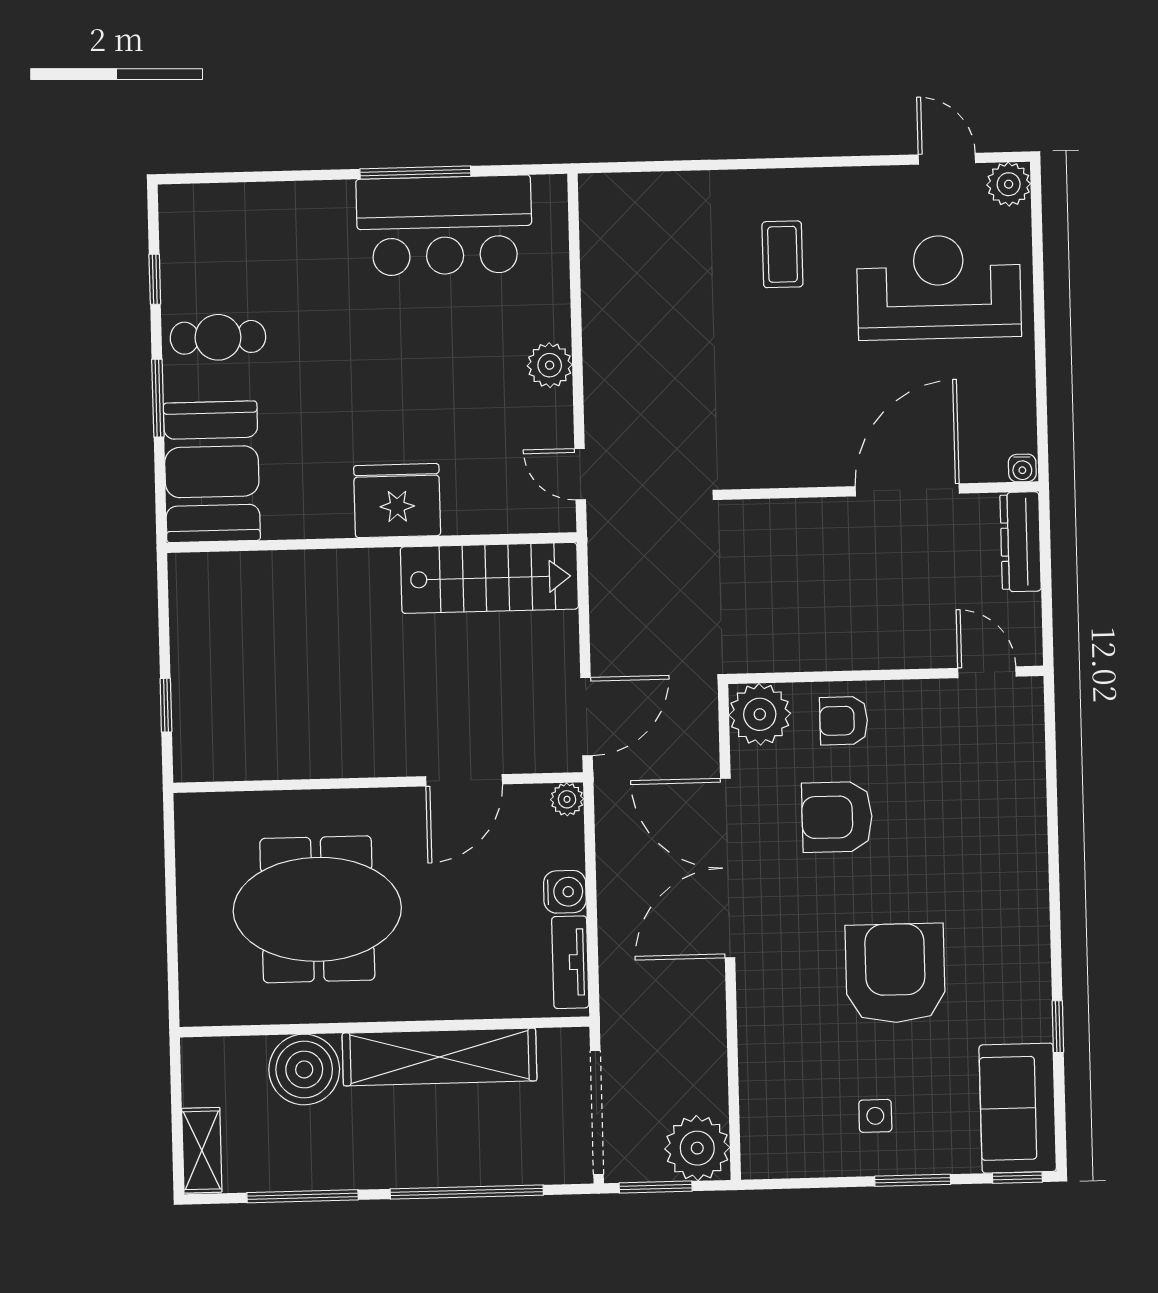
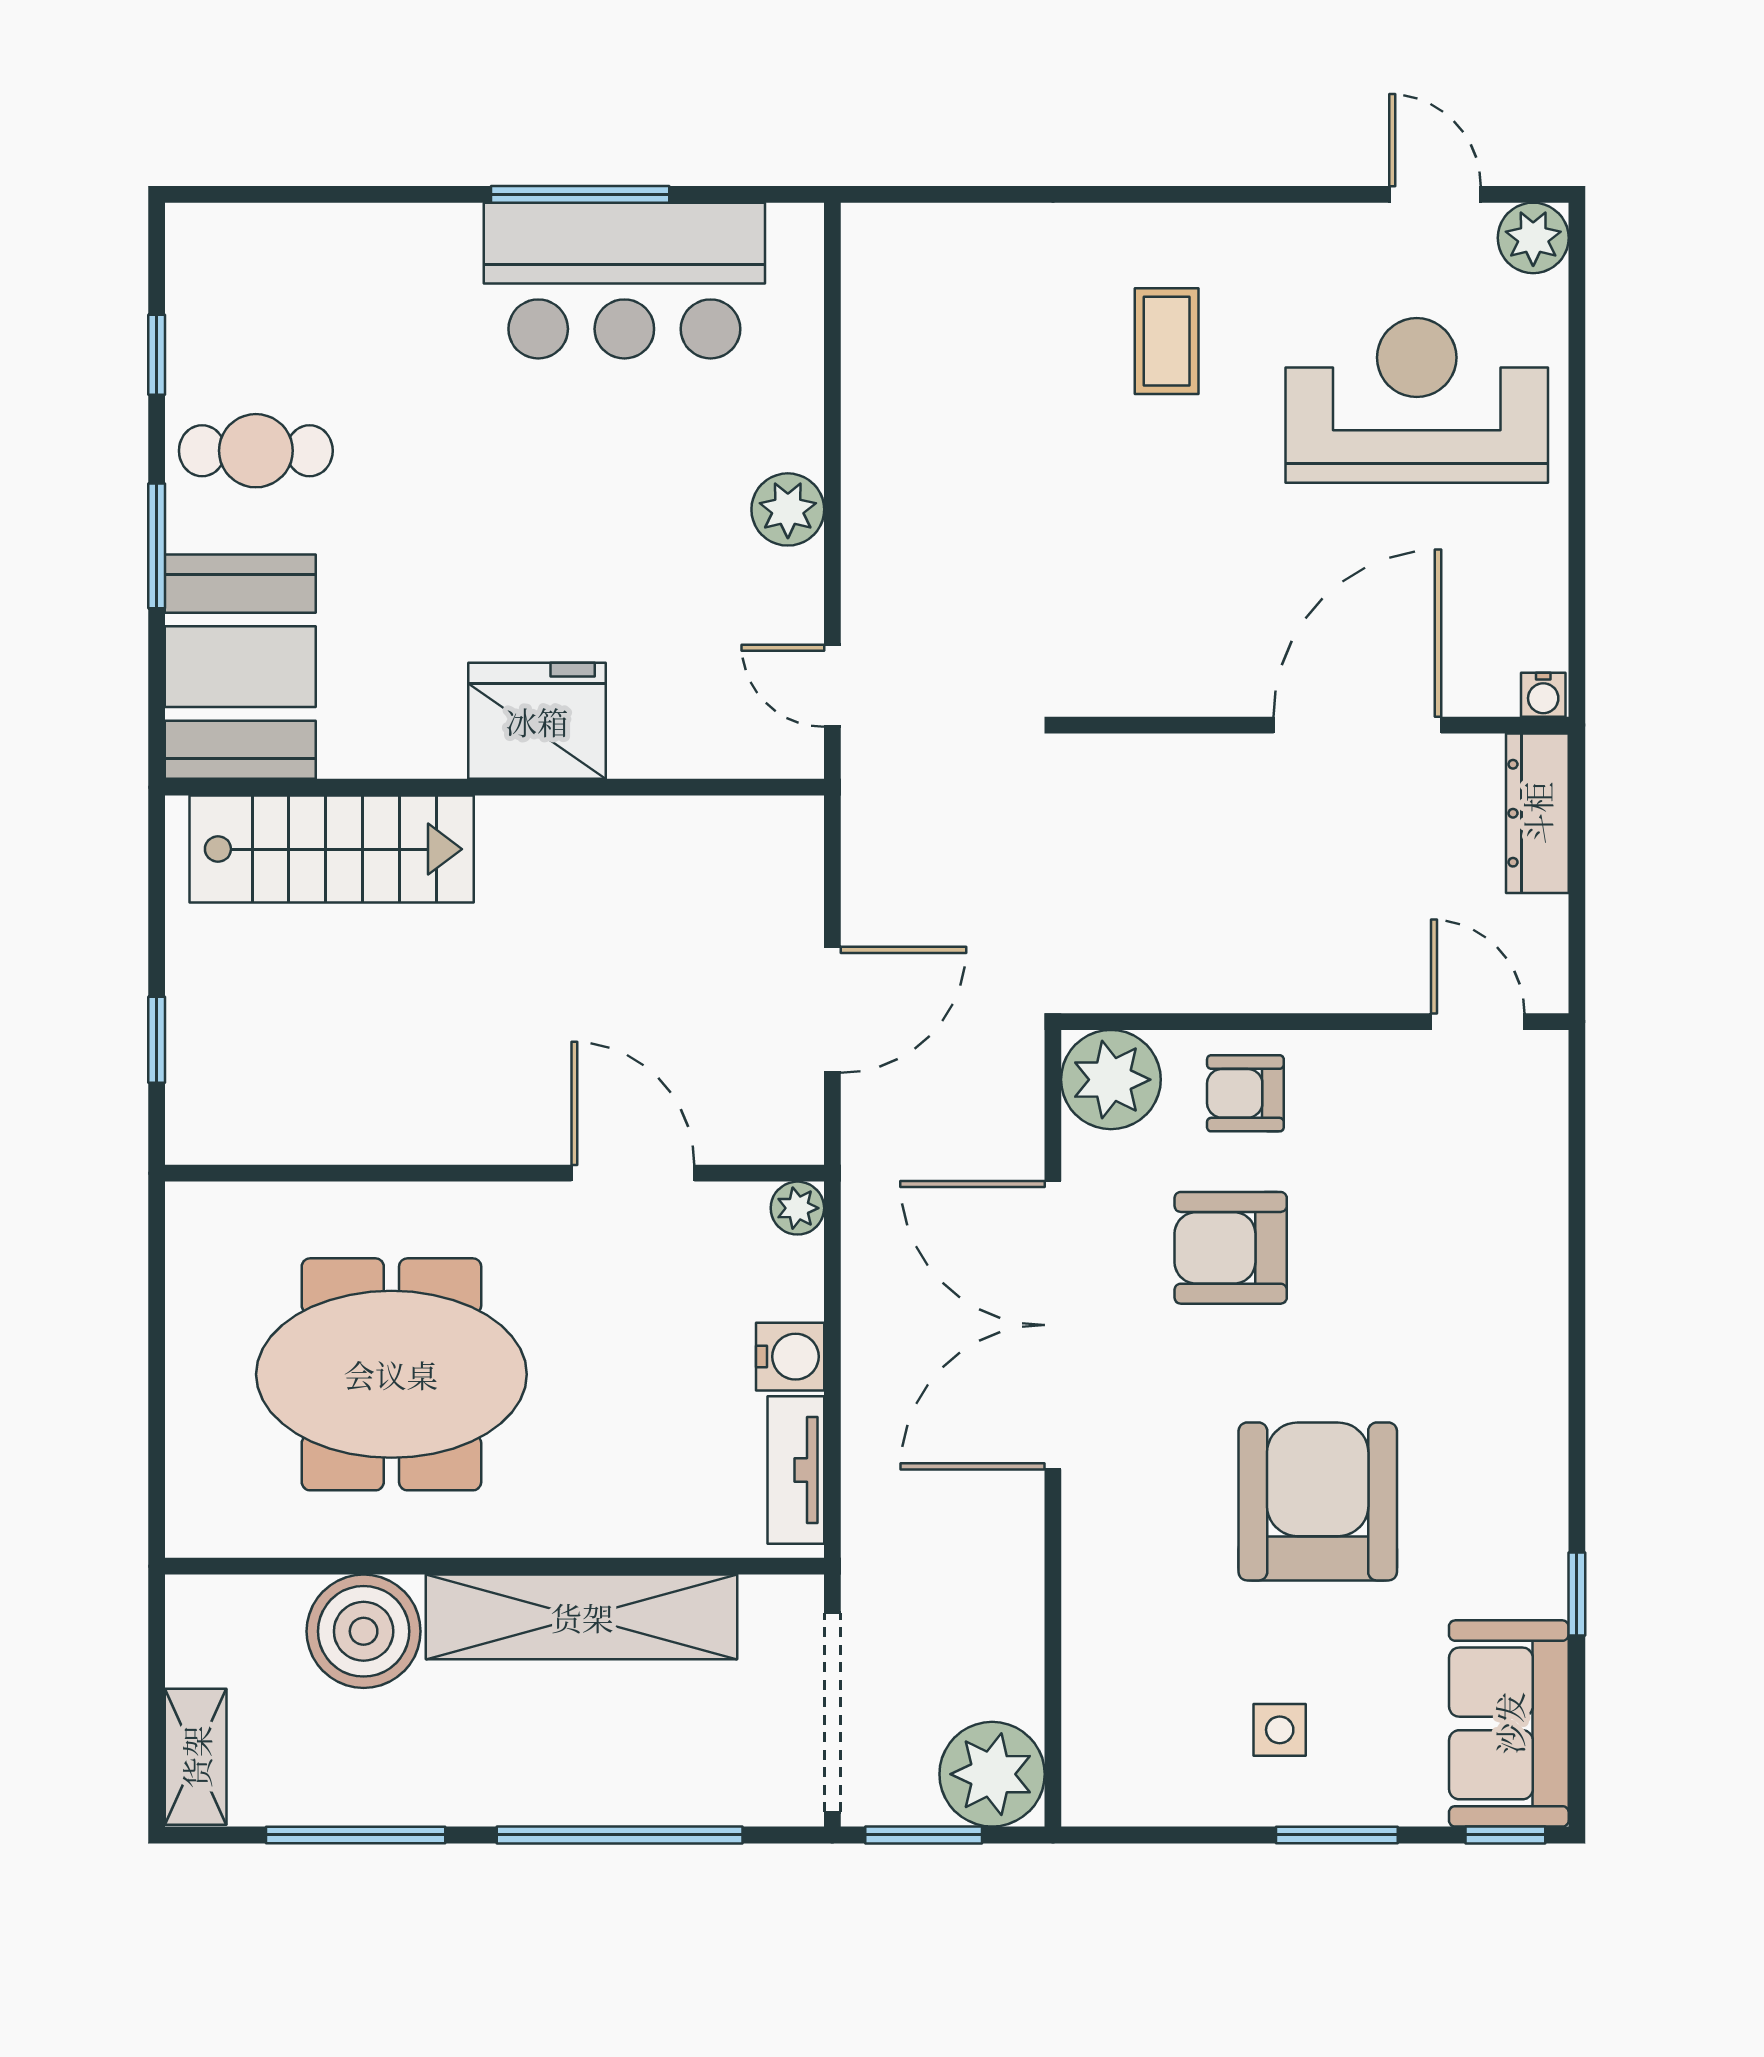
stairs: (489, 578) -> (332, 849), moved
door: (587, 717) -> (832, 1010), moved
door: (464, 780) -> (633, 1173), swing flipped

